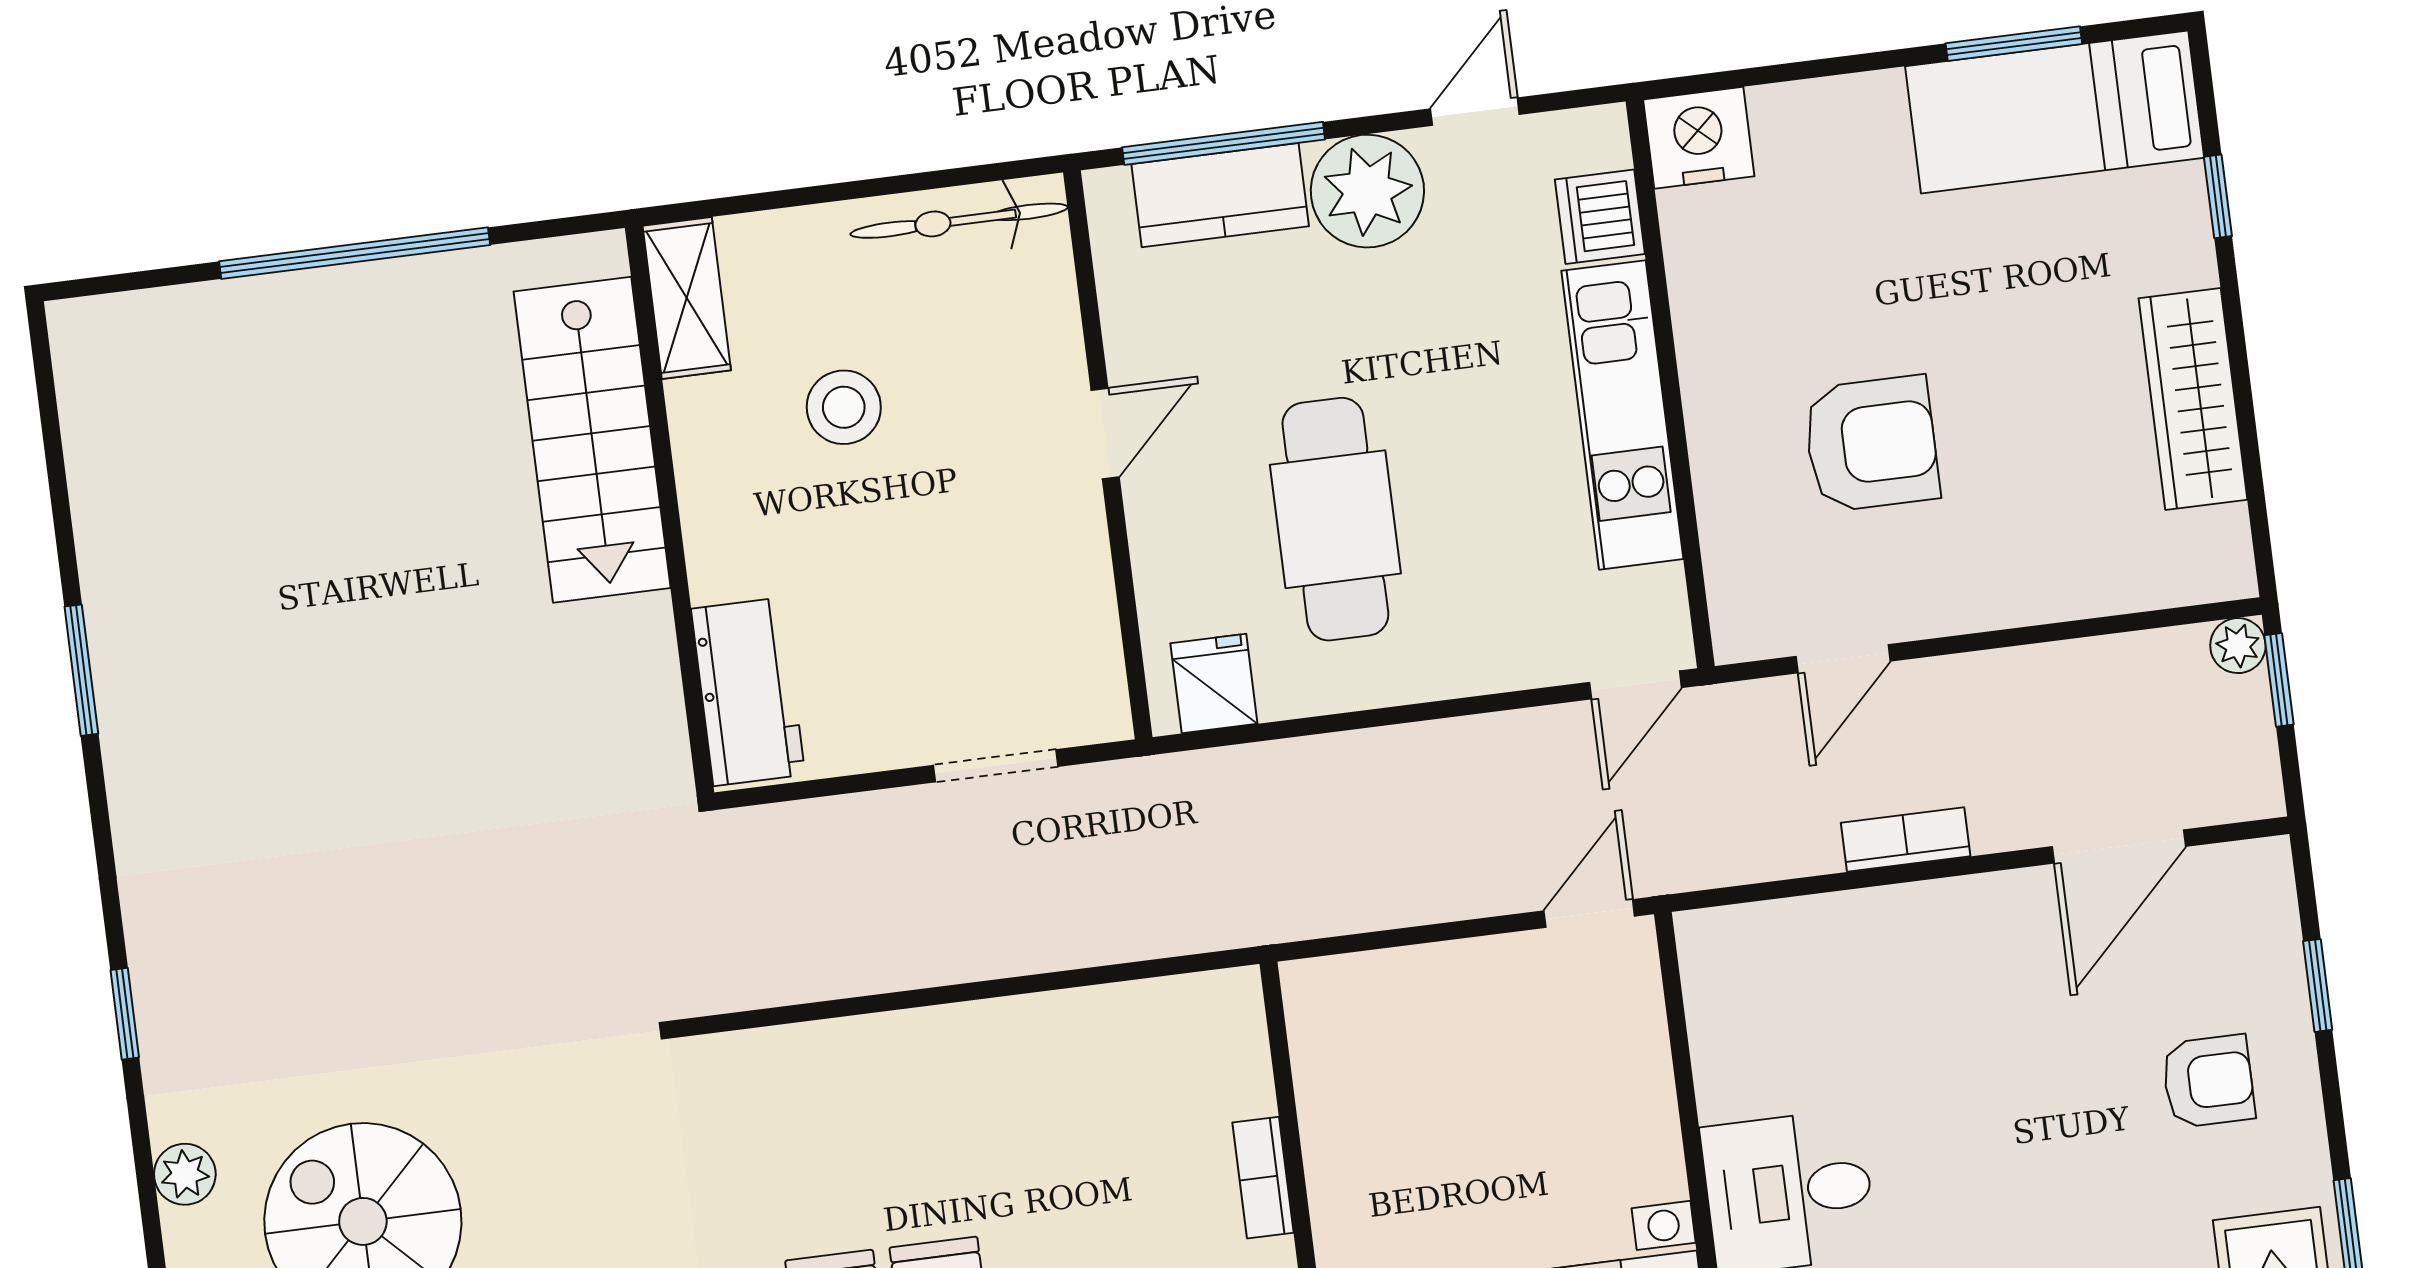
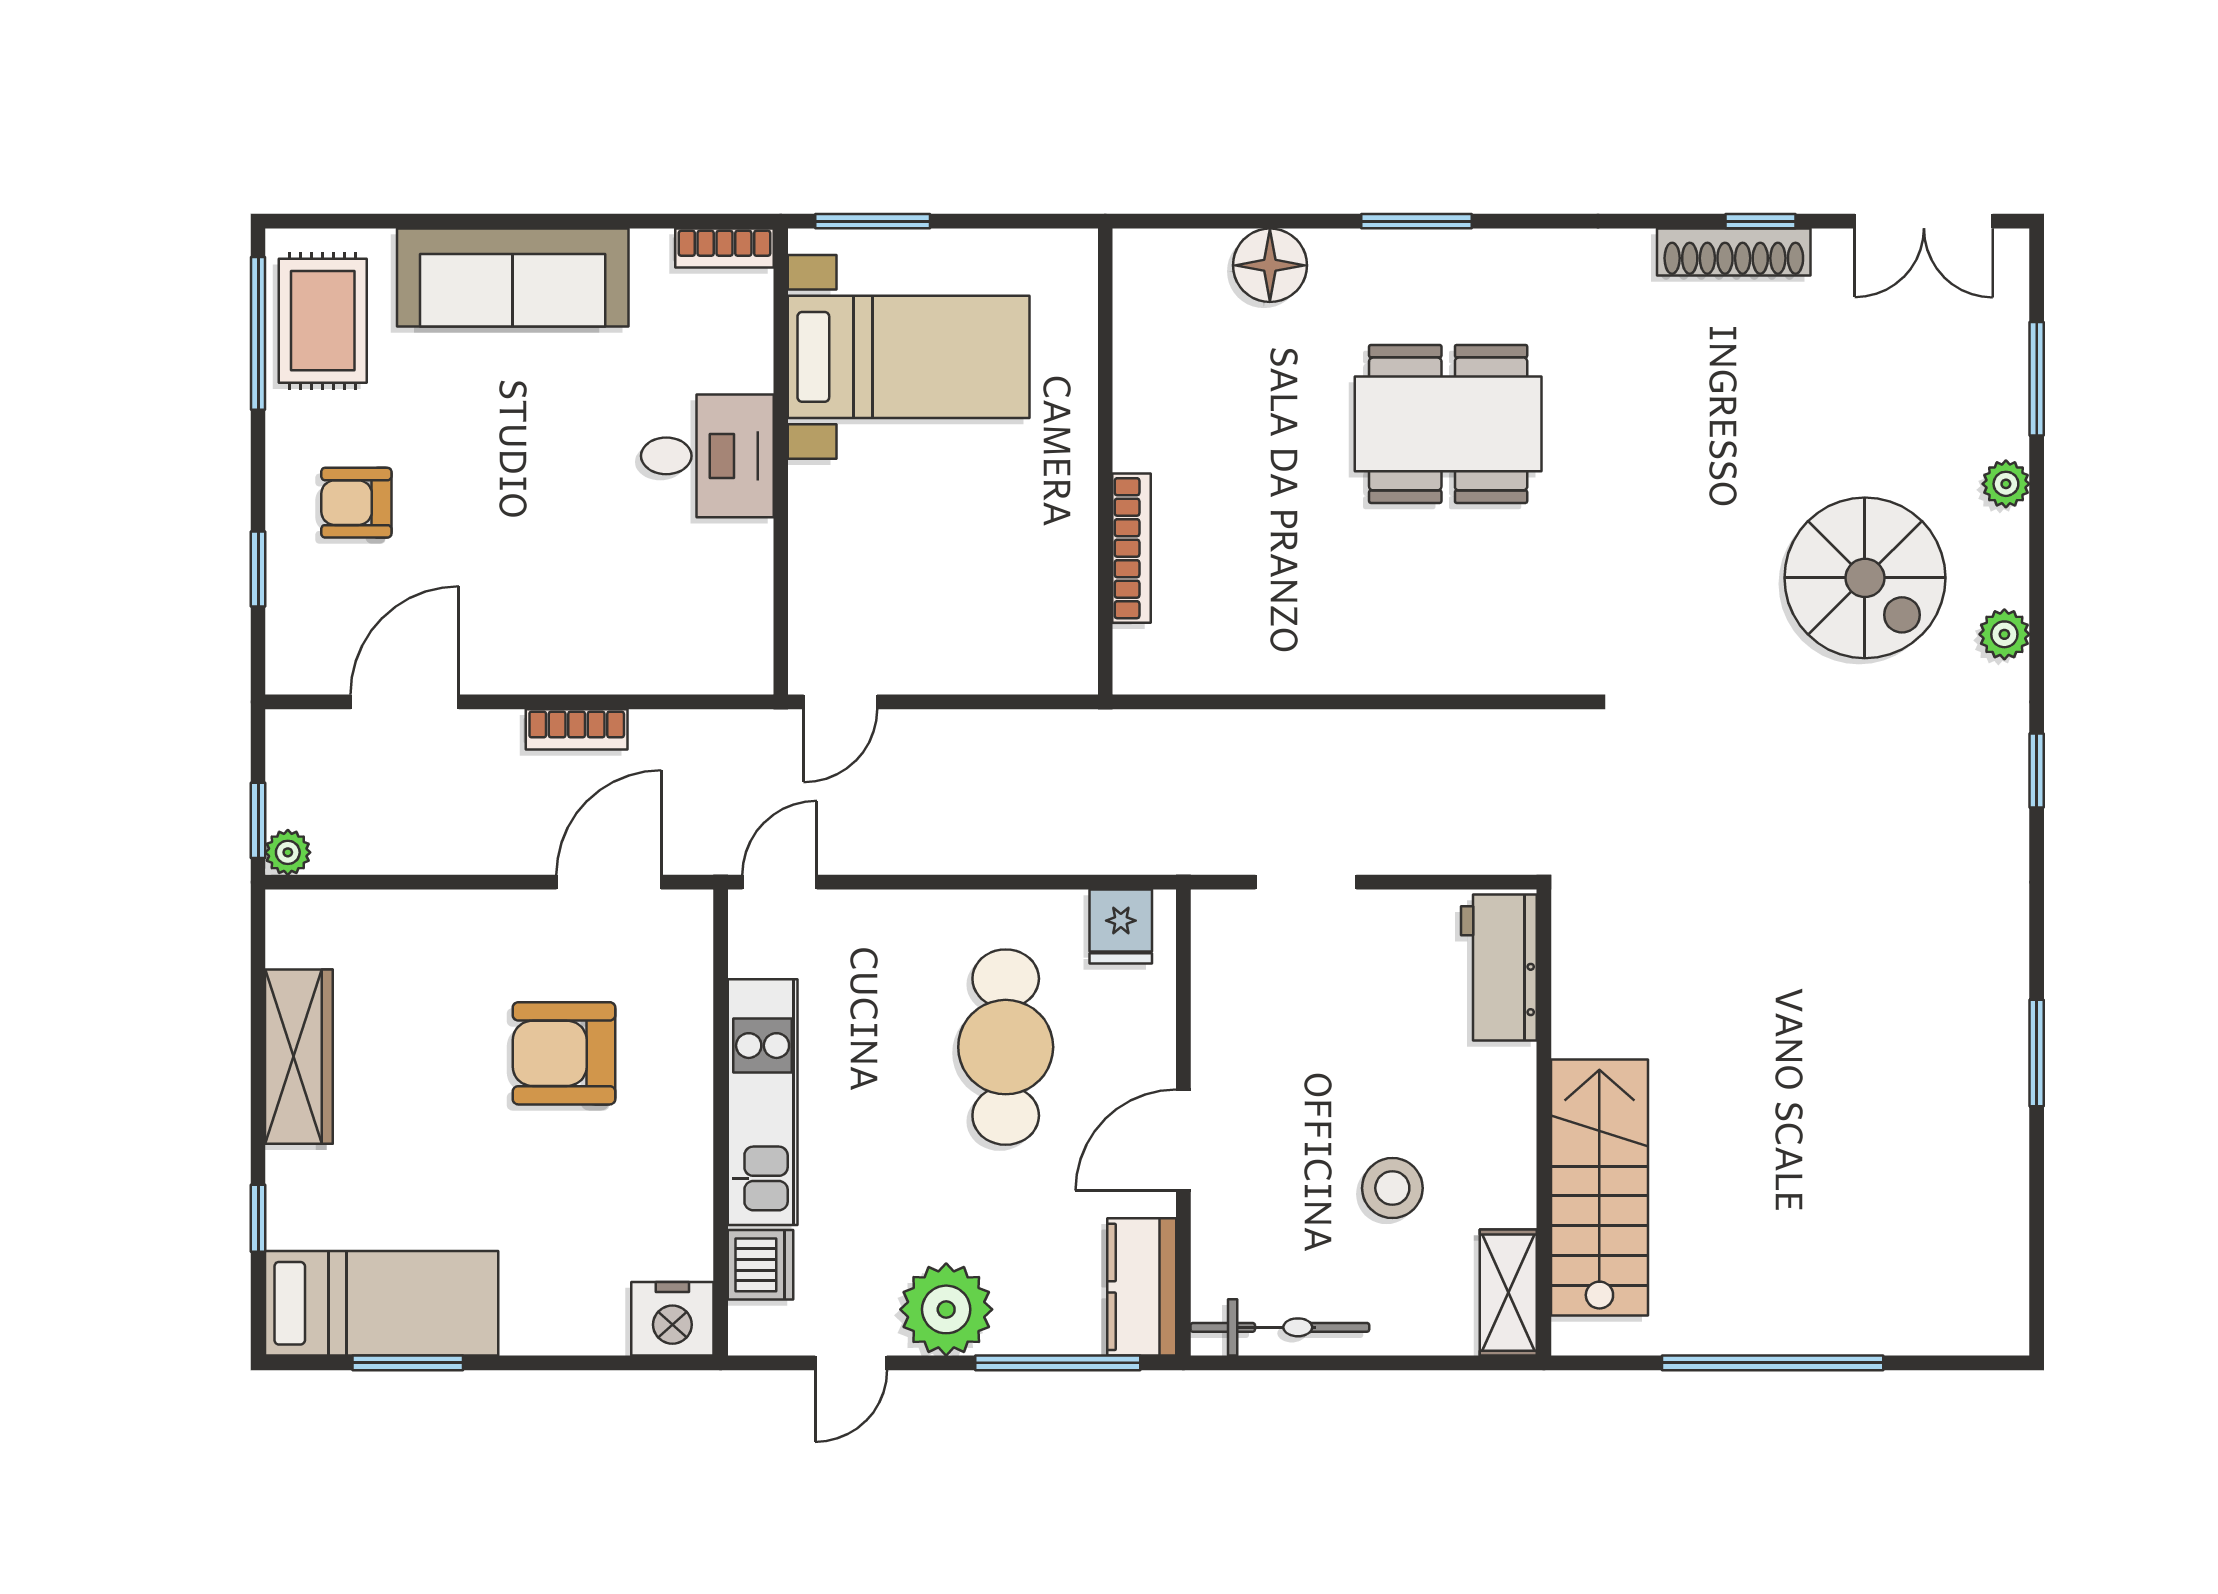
kitchen counter: (1220, 195) -> (1142, 1287), moved, turned -90
door: (1105, 434) -> (1183, 1140), width x1.38
door: (1843, 659) -> (609, 882), width x1.38
bookcase: (1263, 1178) -> (1132, 548), width x1.56

